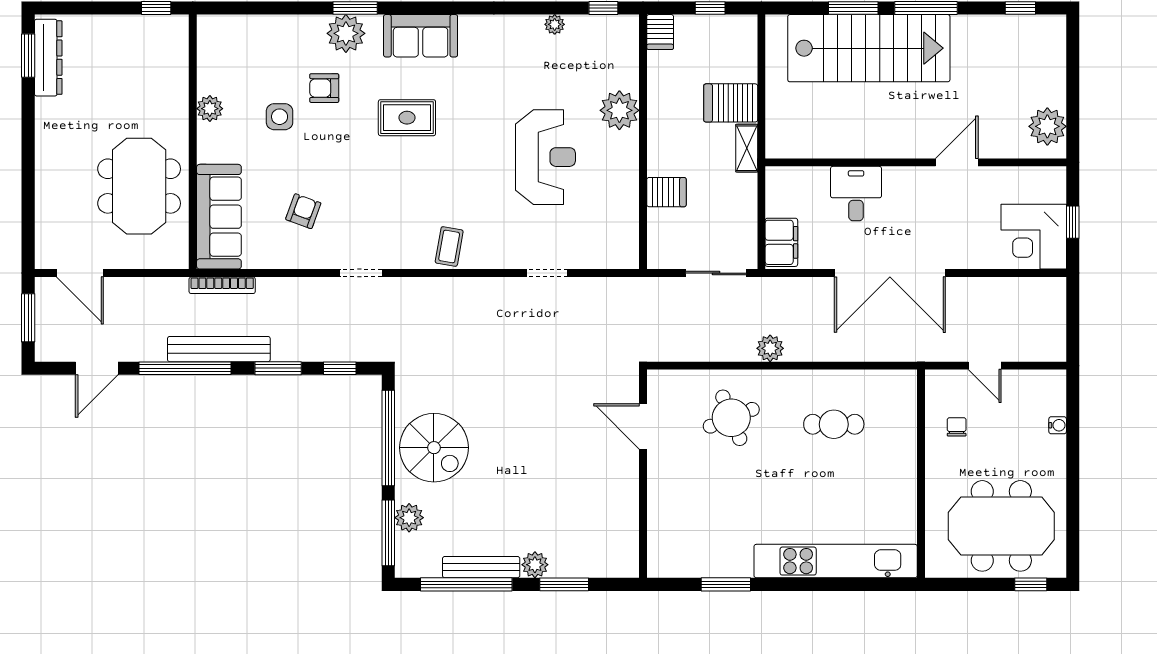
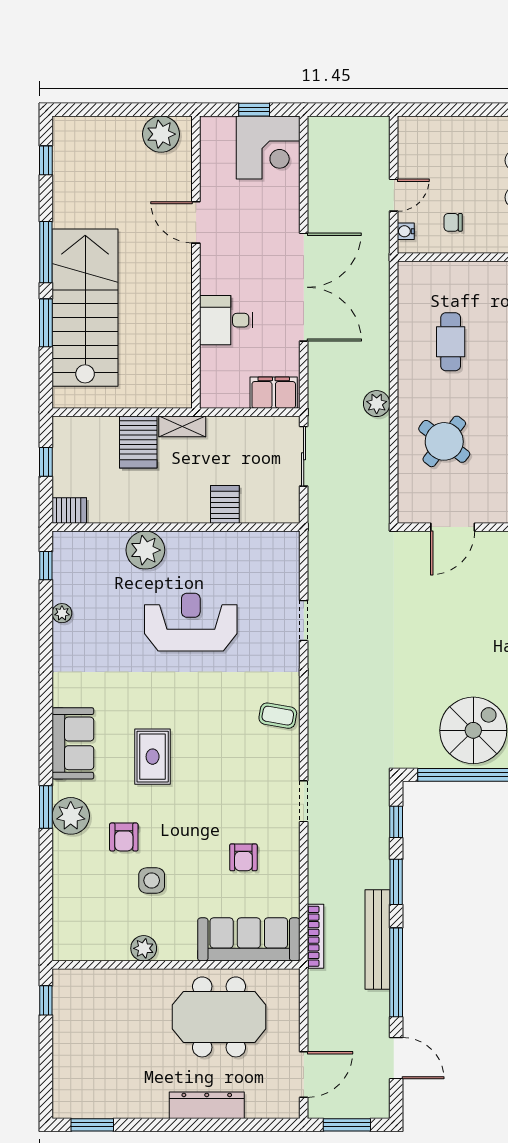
dresser: (48, 58) -> (207, 1105), moved
armchair: (303, 211) -> (243, 857), turned -110
round table: (731, 418) -> (444, 441), turned -31
water cooler: (1058, 425) -> (406, 231), moved, turned -90

